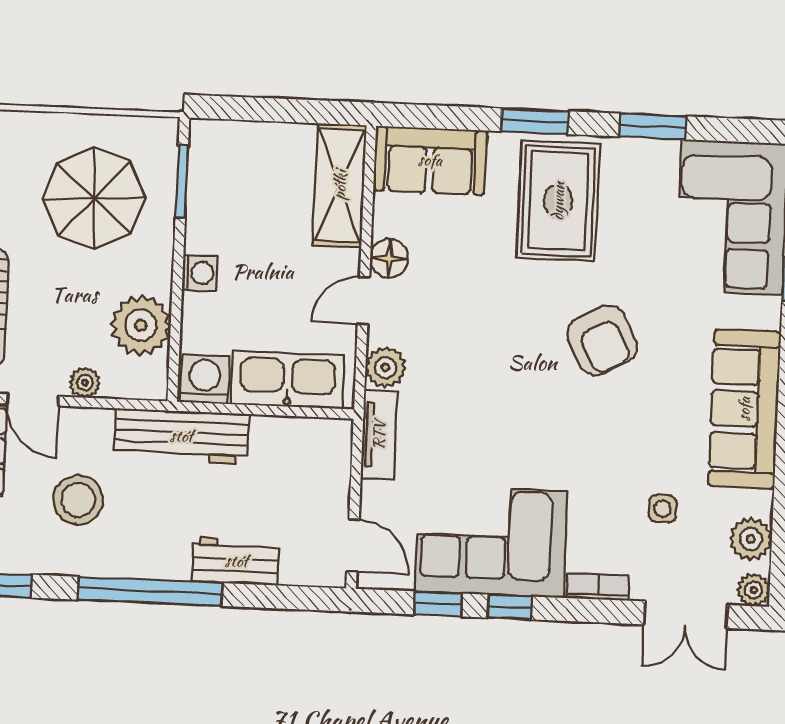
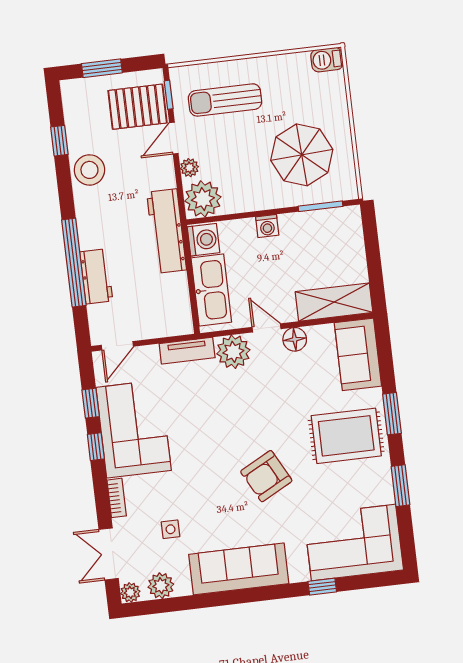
plant: (141, 325) -> (203, 199), moved
plant: (385, 367) -> (233, 352), width x1.36, depth x1.36
stool: (78, 500) -> (89, 170), moved
window: (150, 591) -> (74, 263), moved

